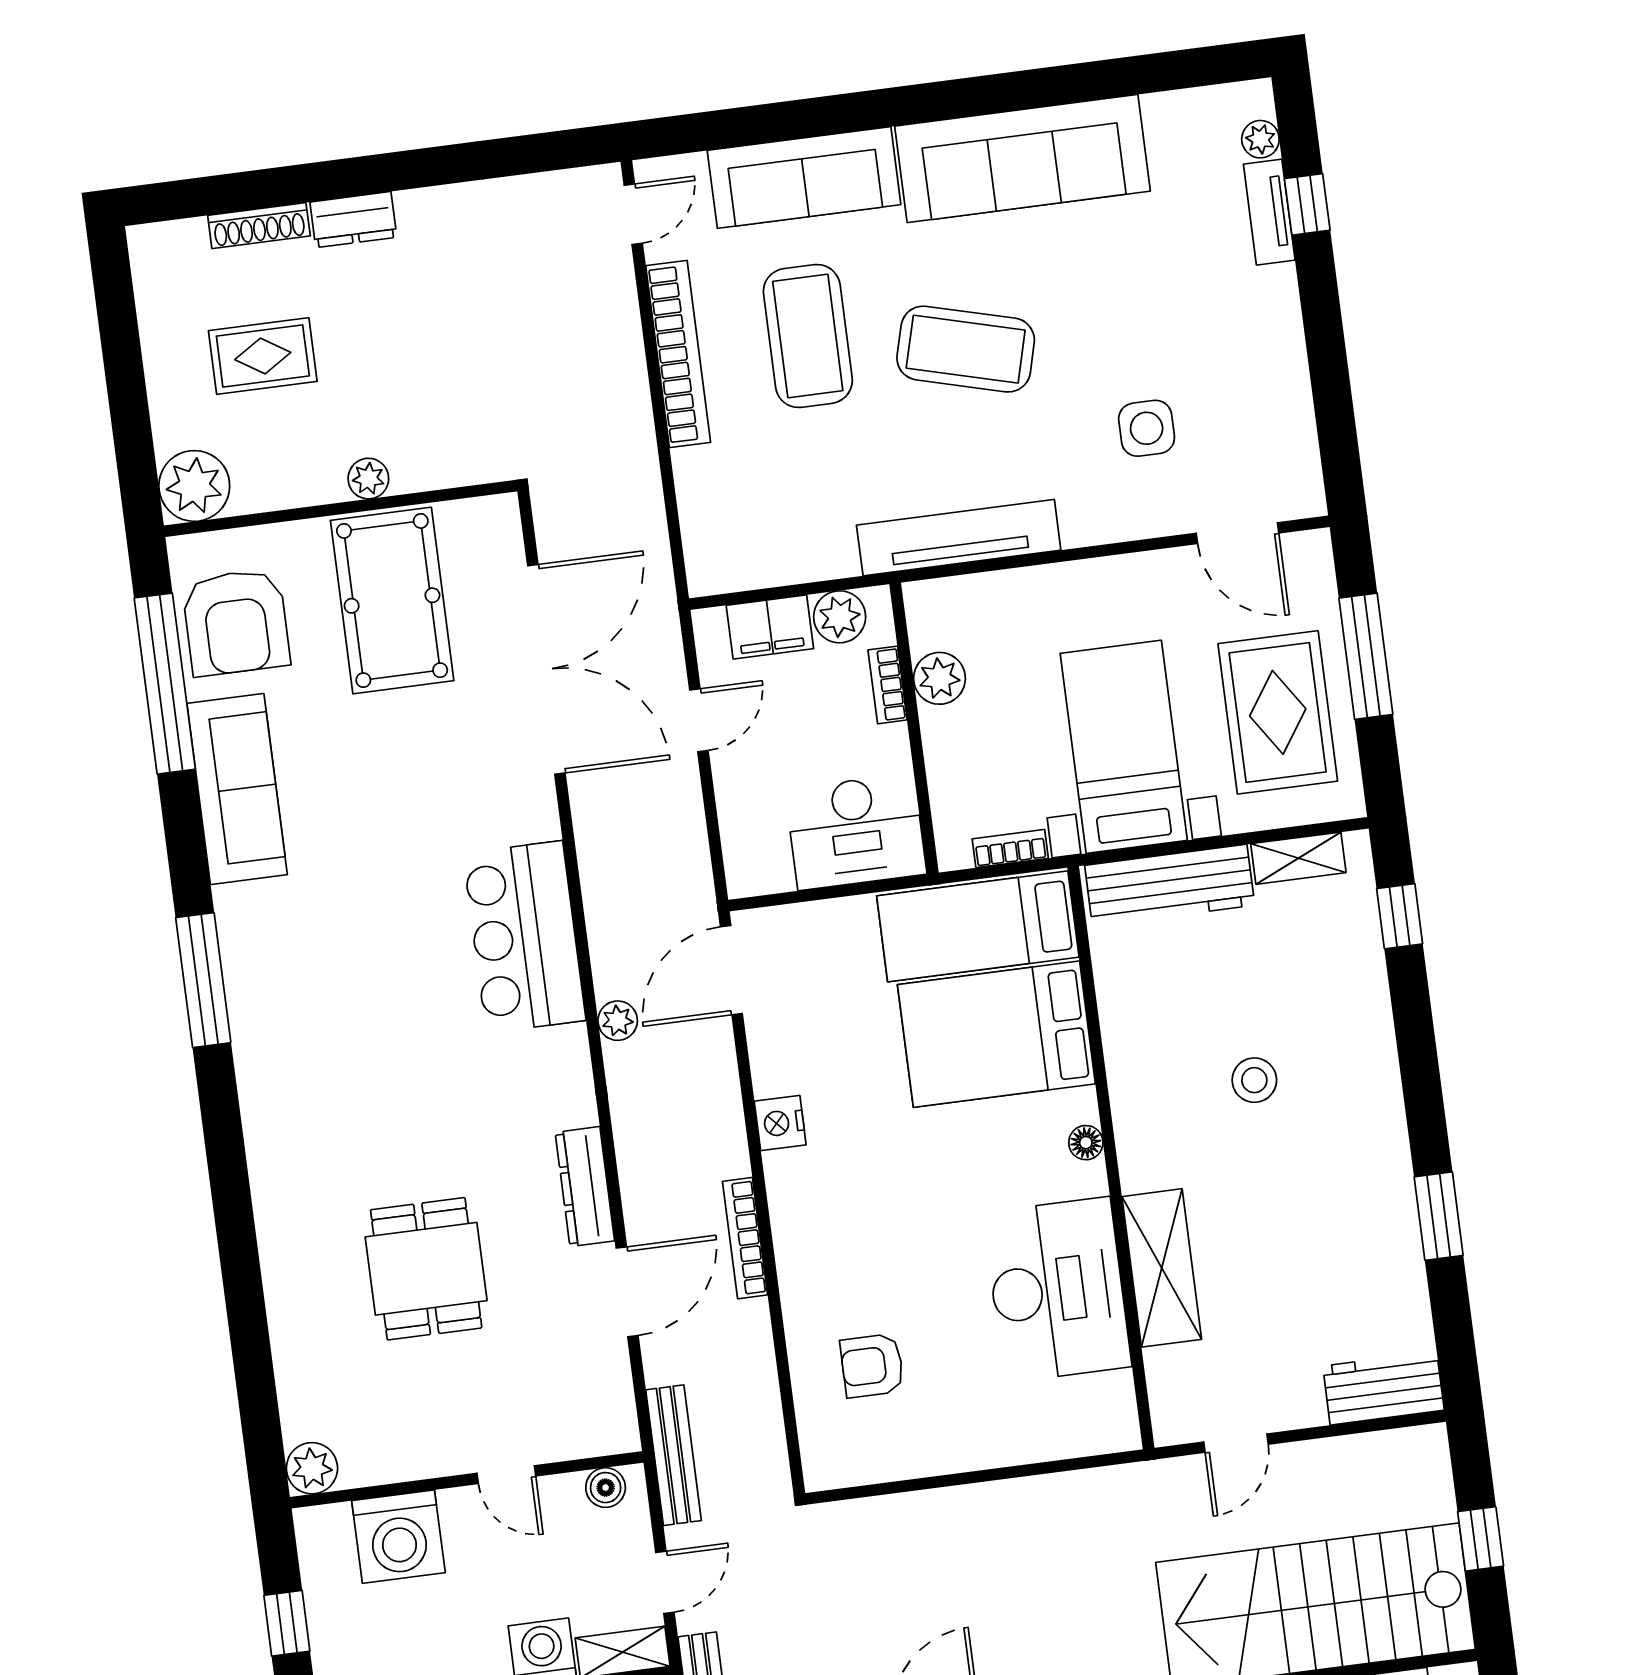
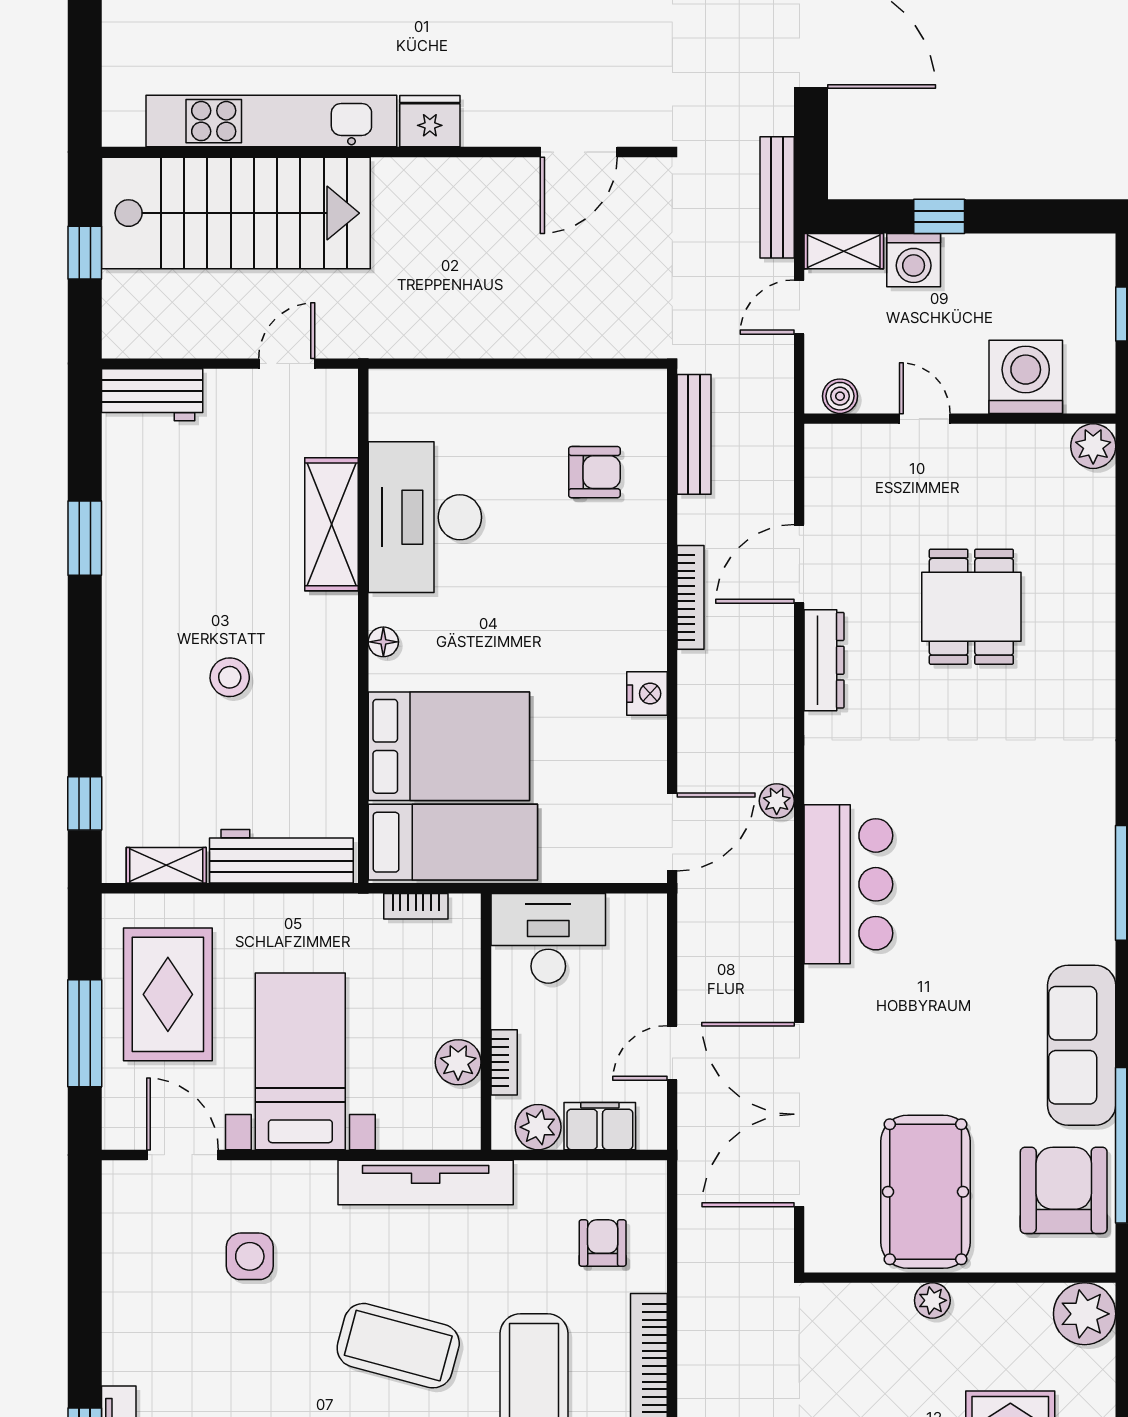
armchair: (750, 495) -> (603, 1243), added
bed with nightstands: (1124, 747) -> (300, 1061), moved, turned 180
bench: (674, 1455) -> (694, 434), moved

